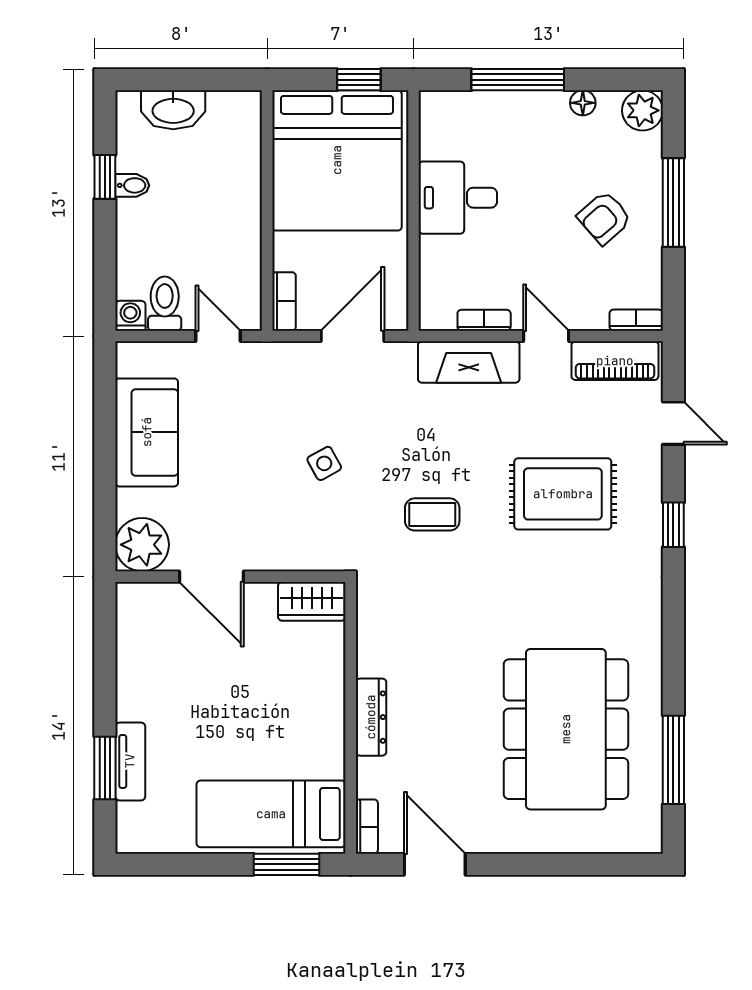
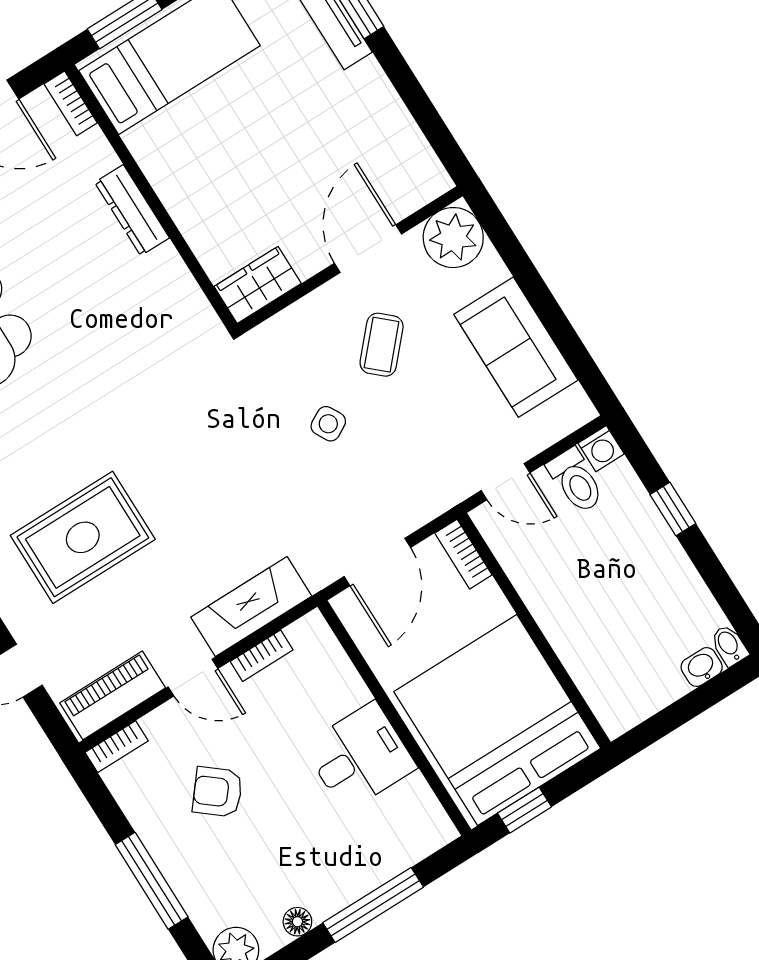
washbasin: (173, 110) -> (702, 667), width x0.52, depth x0.69
window: (105, 177) -> (673, 509), moved
bidet: (132, 185) -> (729, 645), moved, turned 90
armchair: (604, 218) -> (218, 792), moved, turned -100
coffee table: (432, 514) -> (382, 345), moved, turned -48
door: (212, 577) -> (368, 249), hinge flipped

